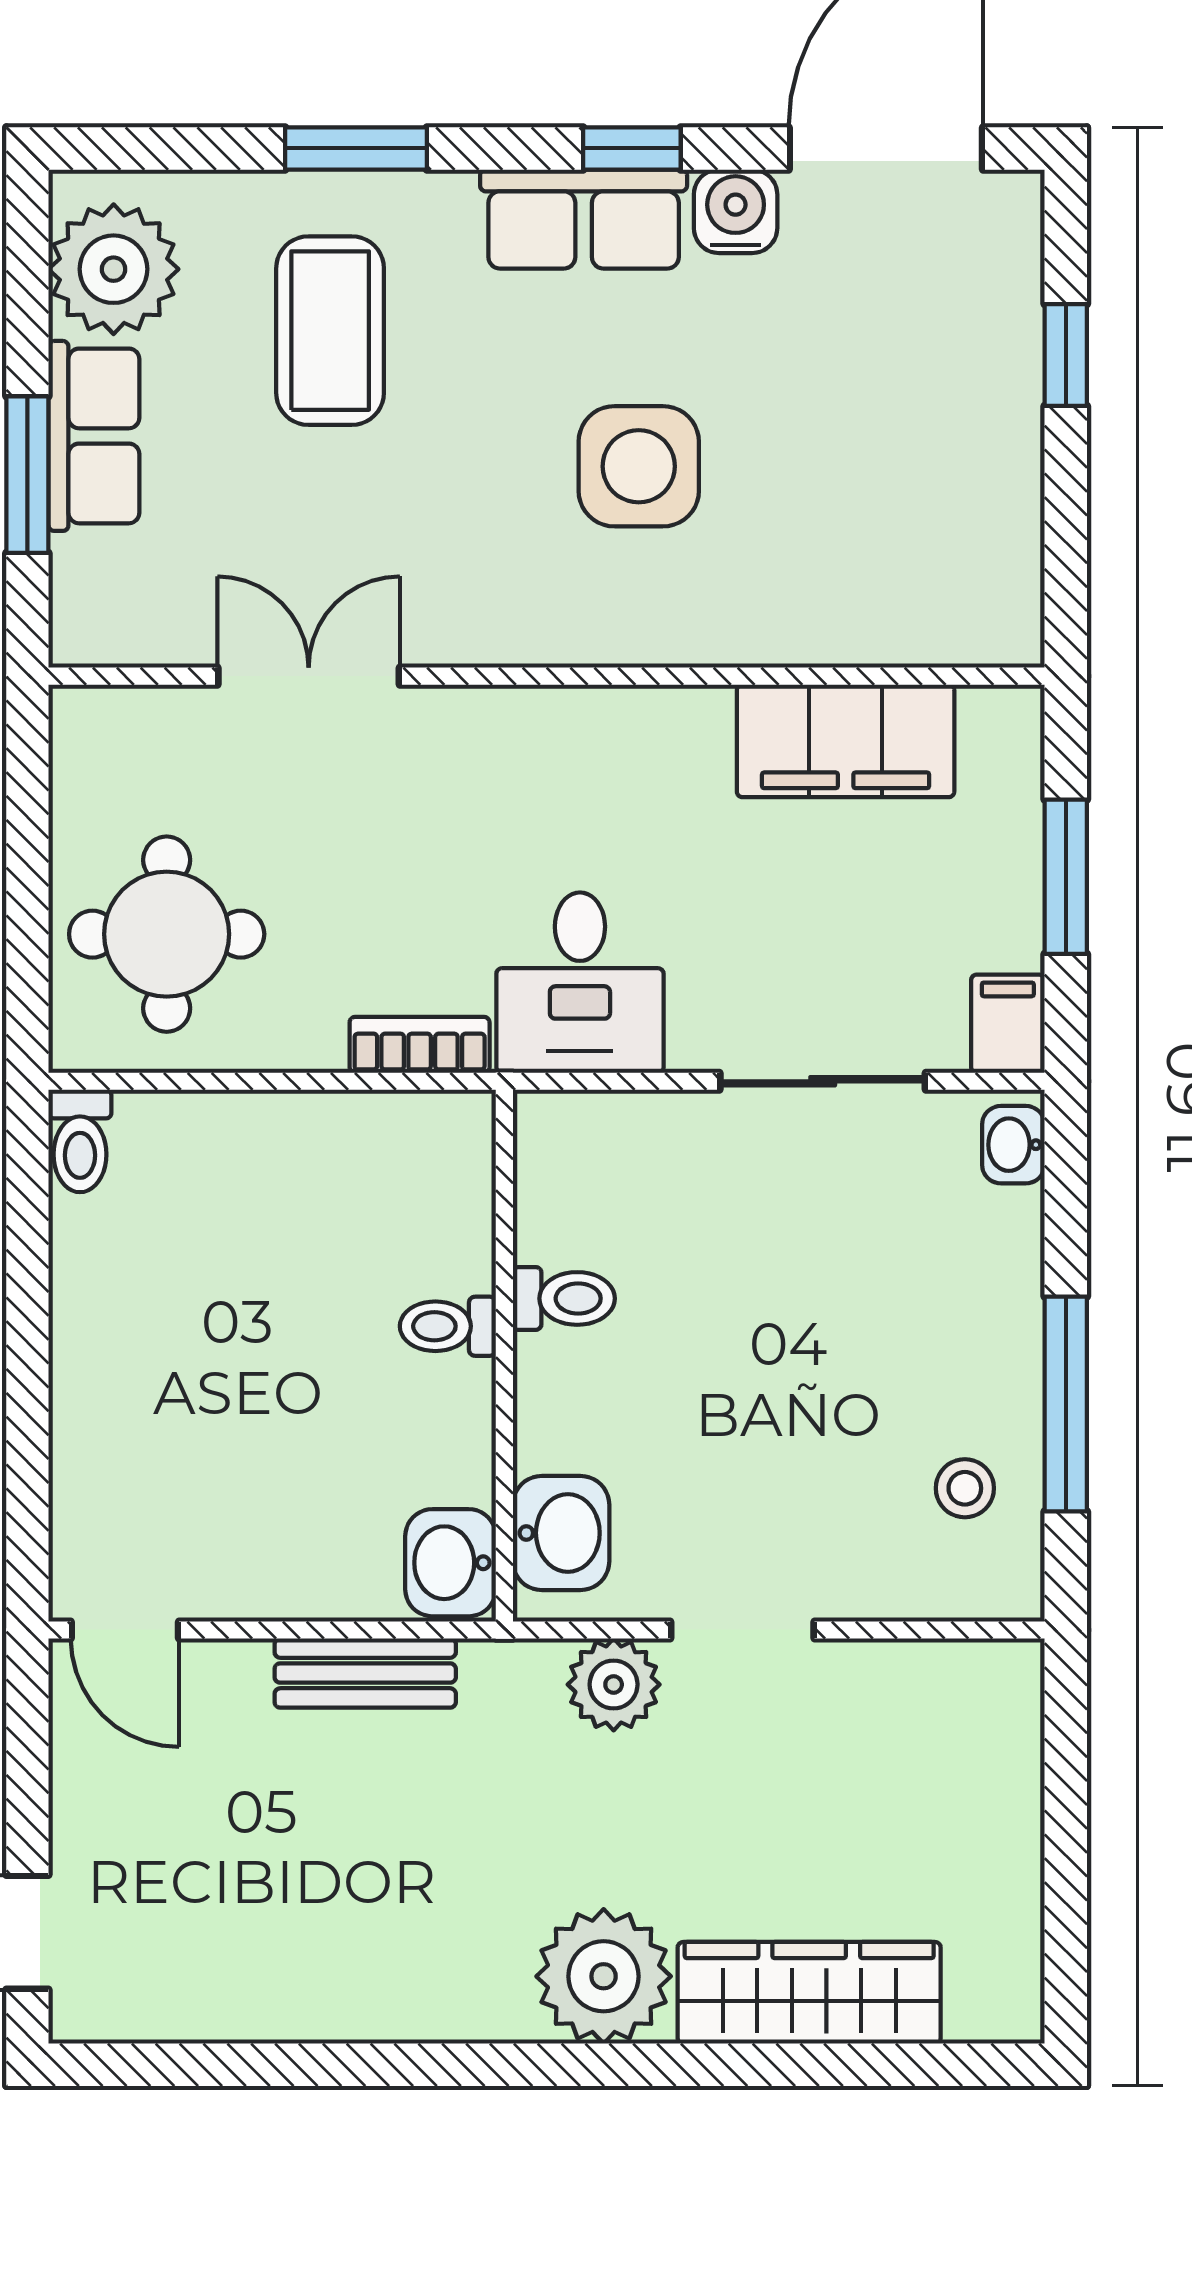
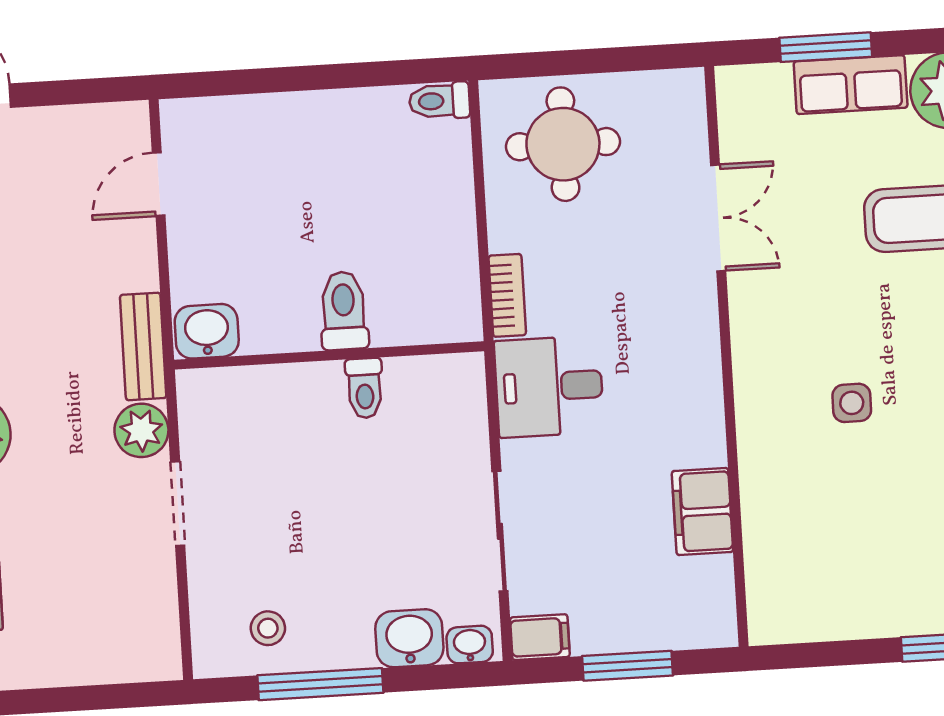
side table: (639, 466) -> (852, 403), width x0.54, depth x0.54
filing cabinet: (846, 741) -> (702, 512), width x0.67, depth x0.86
toilet: (448, 1326) -> (344, 311), width x1.37, depth x1.39
washbasin: (561, 1533) -> (409, 638), moved, turned 180
door: (125, 1630) -> (159, 184), moved
bench: (365, 1673) -> (143, 346), moved

